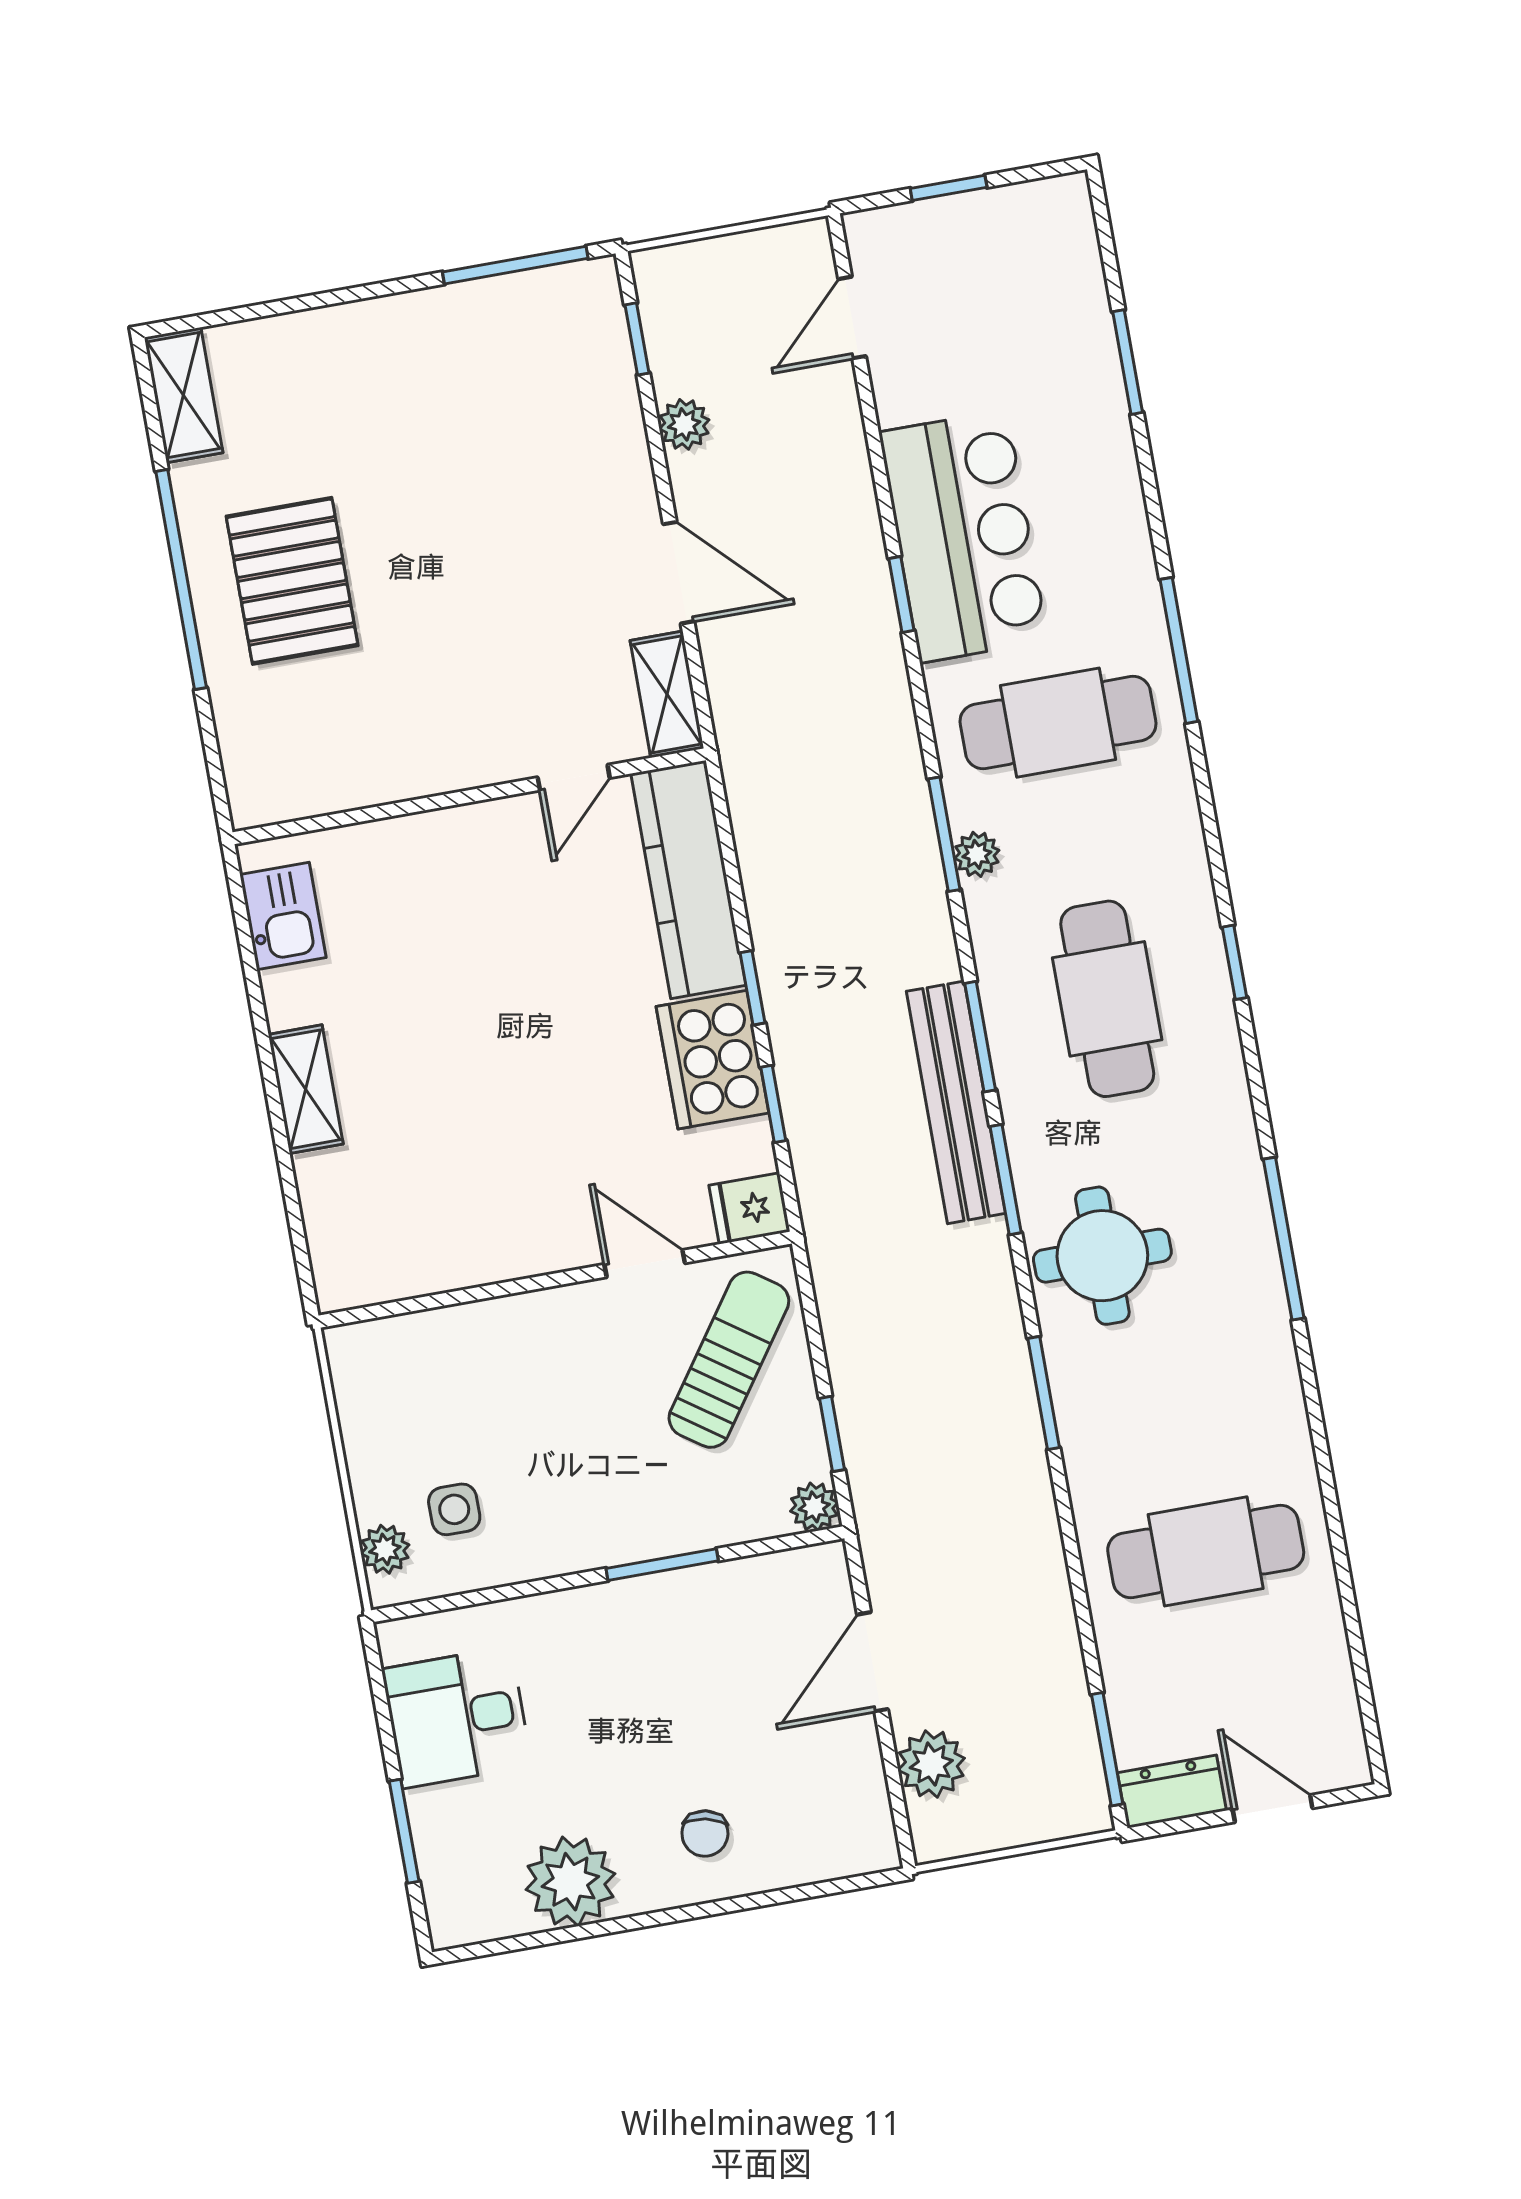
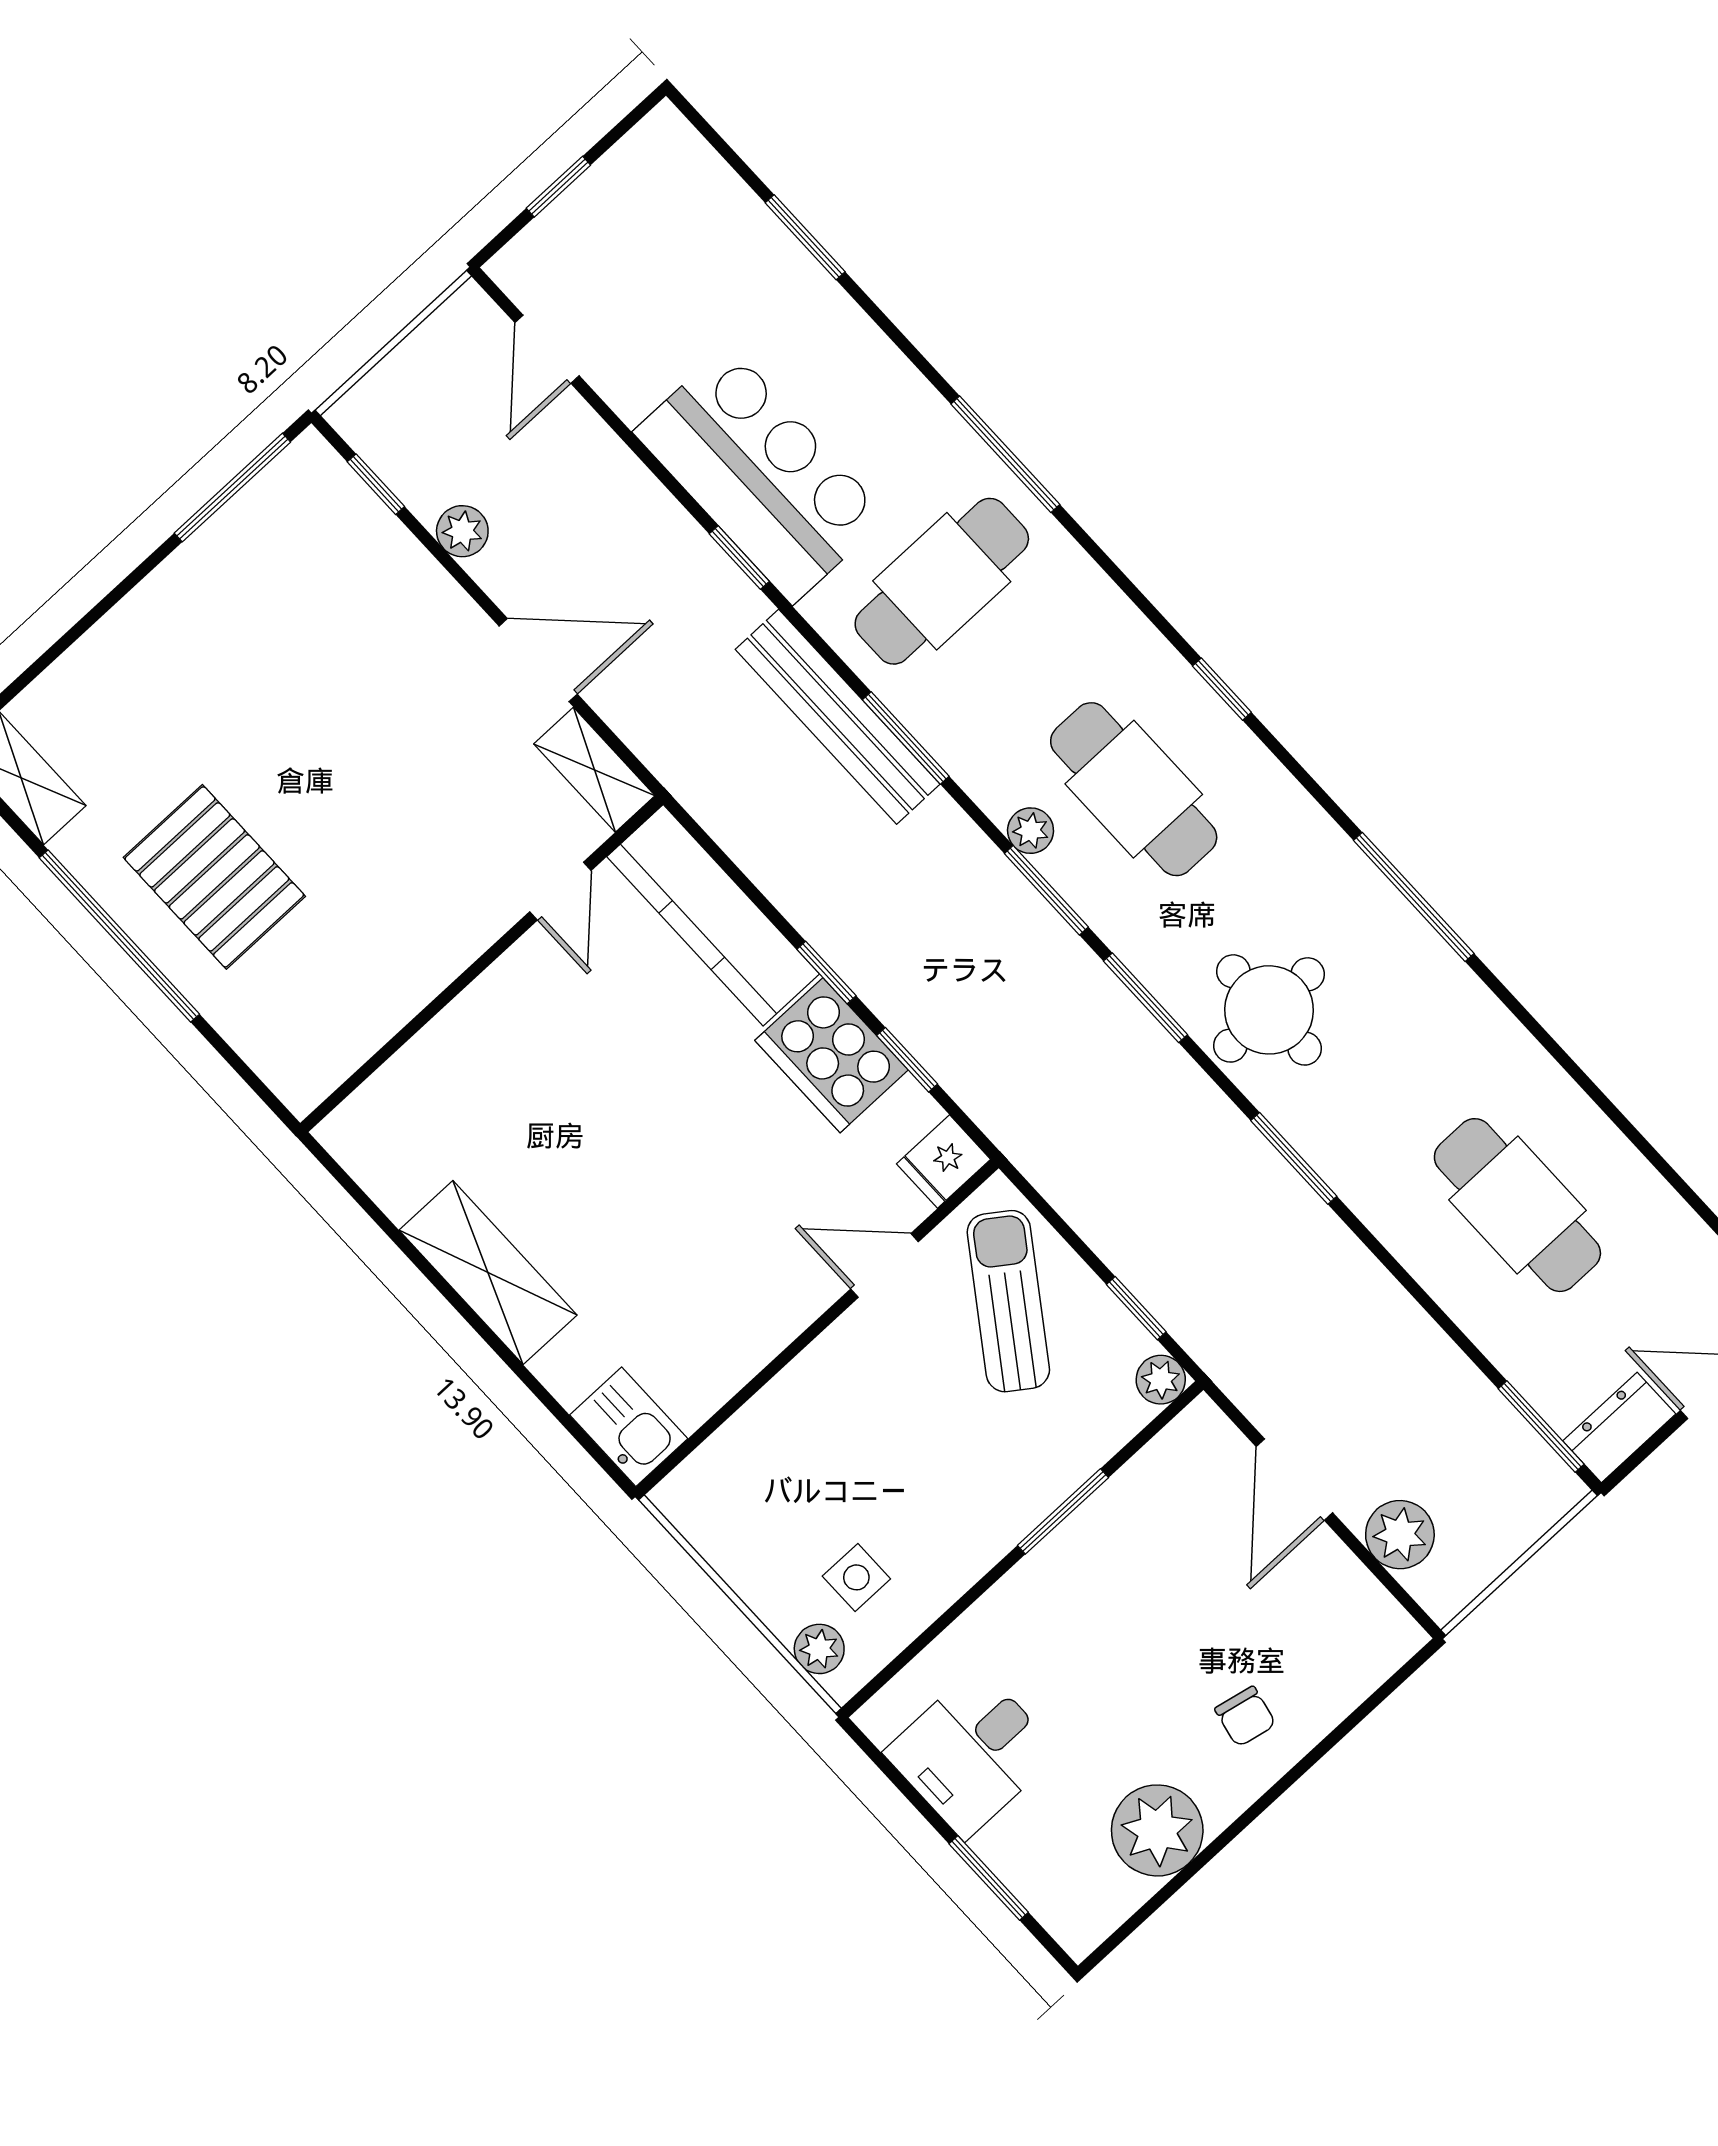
plant: (977, 854) -> (1031, 831), moved
kitchen sink: (283, 916) -> (629, 1427), moved
shelving: (306, 1089) -> (488, 1273), width x1.50, depth x1.33
bench: (956, 1102) -> (838, 717), moved
cafe table: (1206, 1551) -> (1517, 1205), turned 90

